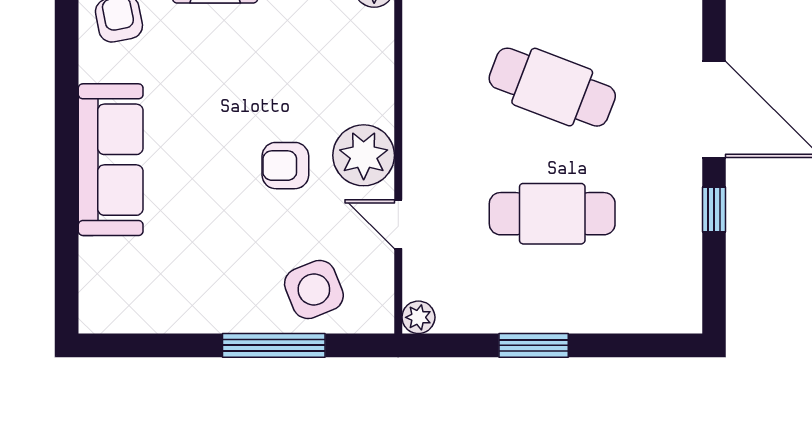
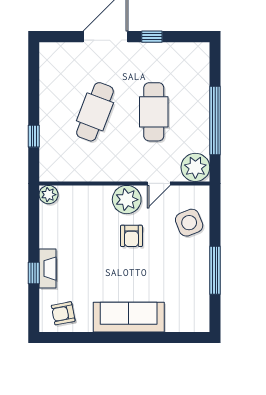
plant: (418, 317) -> (195, 167), width x1.87, depth x1.87
window: (274, 345) -> (215, 270), moved
window: (534, 345) -> (215, 120), width x2.11

